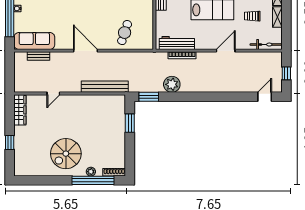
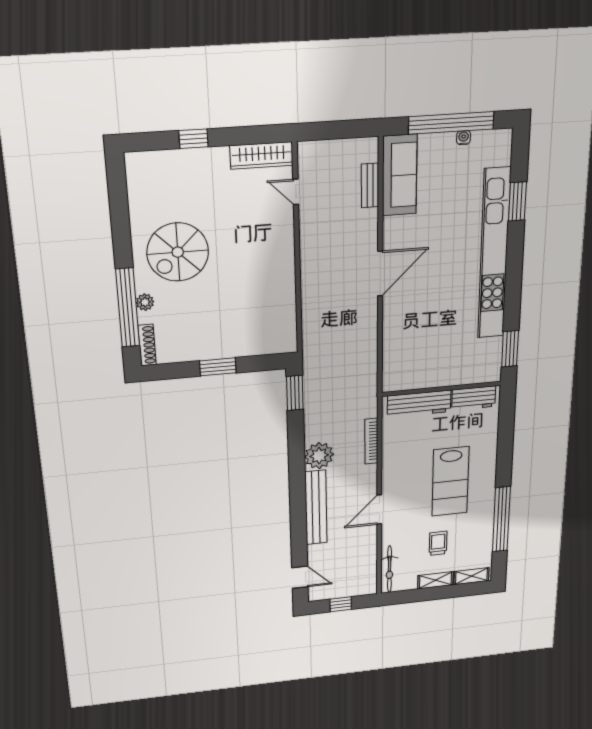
cafe table: (125, 33) -> (413, 341), removed
workbench: (177, 43) -> (419, 404), moved, turned 90
door: (226, 51) -> (379, 510), swing flipped
plant: (172, 84) -> (319, 456), moved
bench: (105, 87) -> (316, 508), moved
door: (53, 94) -> (296, 192), moved
window: (130, 123) -> (218, 367), moved
spiral stairs: (66, 154) -> (178, 252), turned -90

